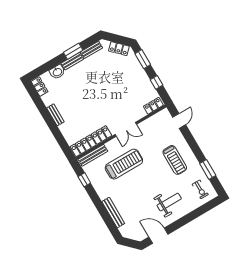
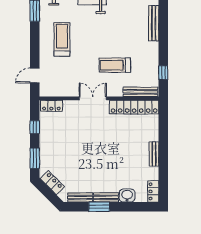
treadmill: (124, 164) -> (115, 65), width x0.73, depth x0.73

